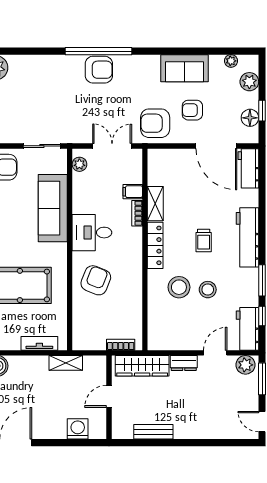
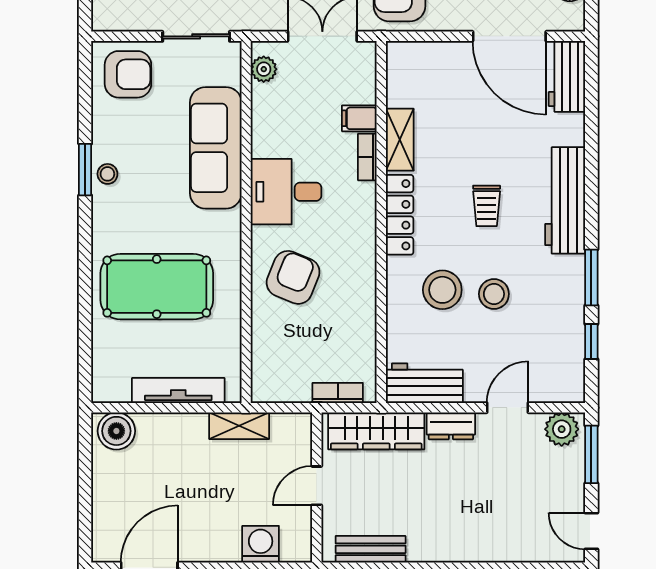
workbench: (248, 329) -> (424, 383), moved, turned 90
tv unit: (39, 343) -> (178, 391), width x1.41
bench: (153, 432) -> (371, 549), moved

